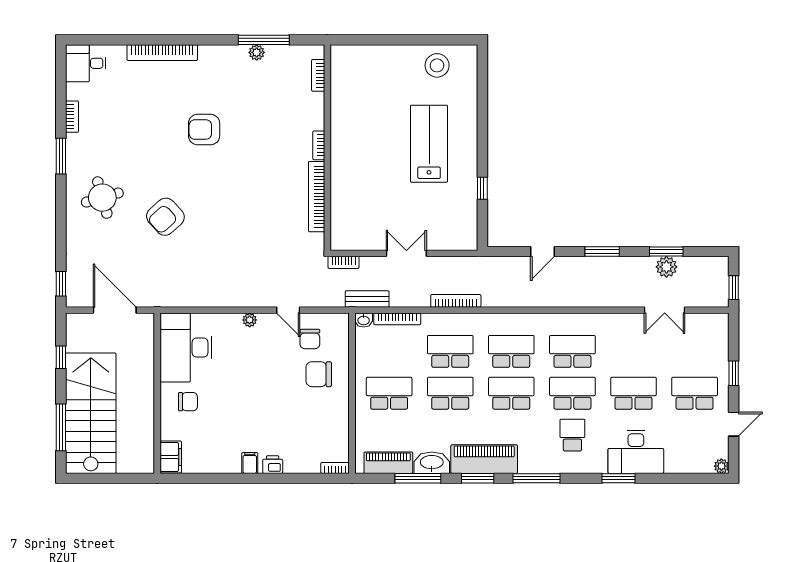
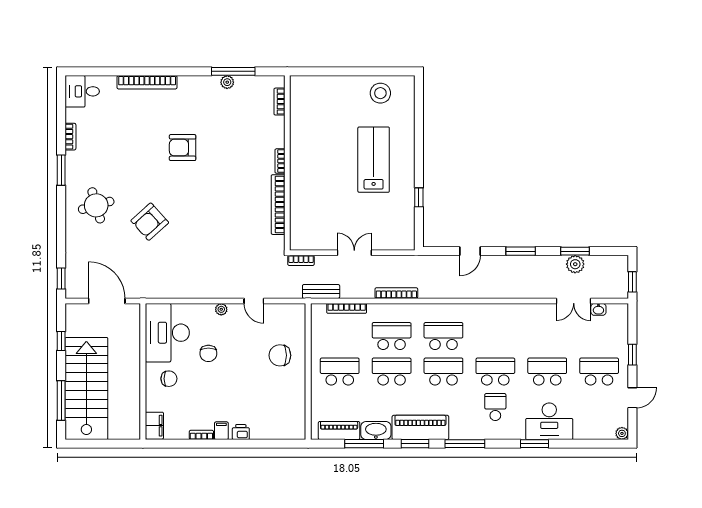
washbasin: (364, 320) -> (598, 309), moved
chair: (310, 339) -> (208, 353), moved
school desk: (572, 351) -> (495, 336), removed
bookcase: (335, 468) -> (201, 435), moved

